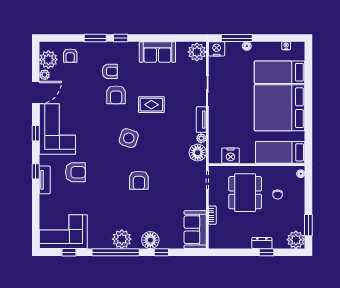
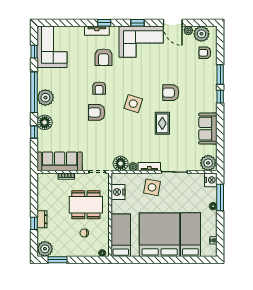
armchair: (110, 71) -> (99, 88), moved
side table: (225, 116) -> (152, 187), added
sofa: (195, 230) -> (60, 161), width x1.36

